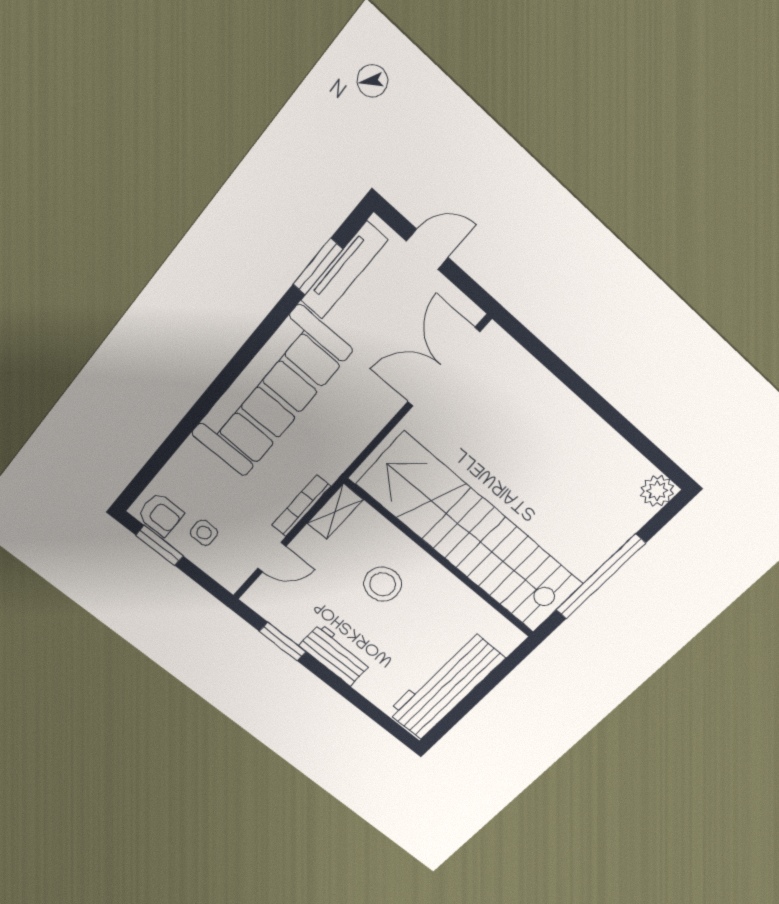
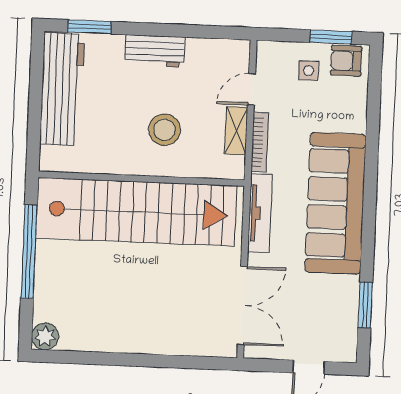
tv unit: (344, 270) -> (260, 213), moved, turned 180
shelving: (335, 511) -> (236, 131), moved
window: (283, 642) -> (90, 27), moved

